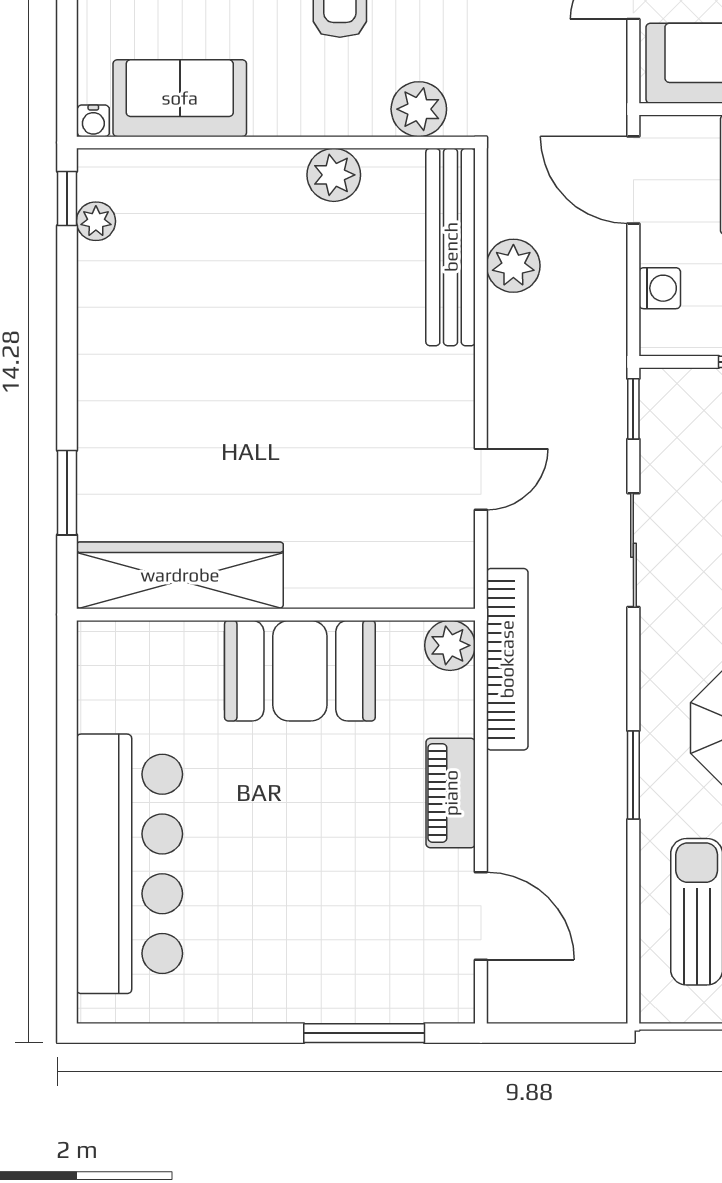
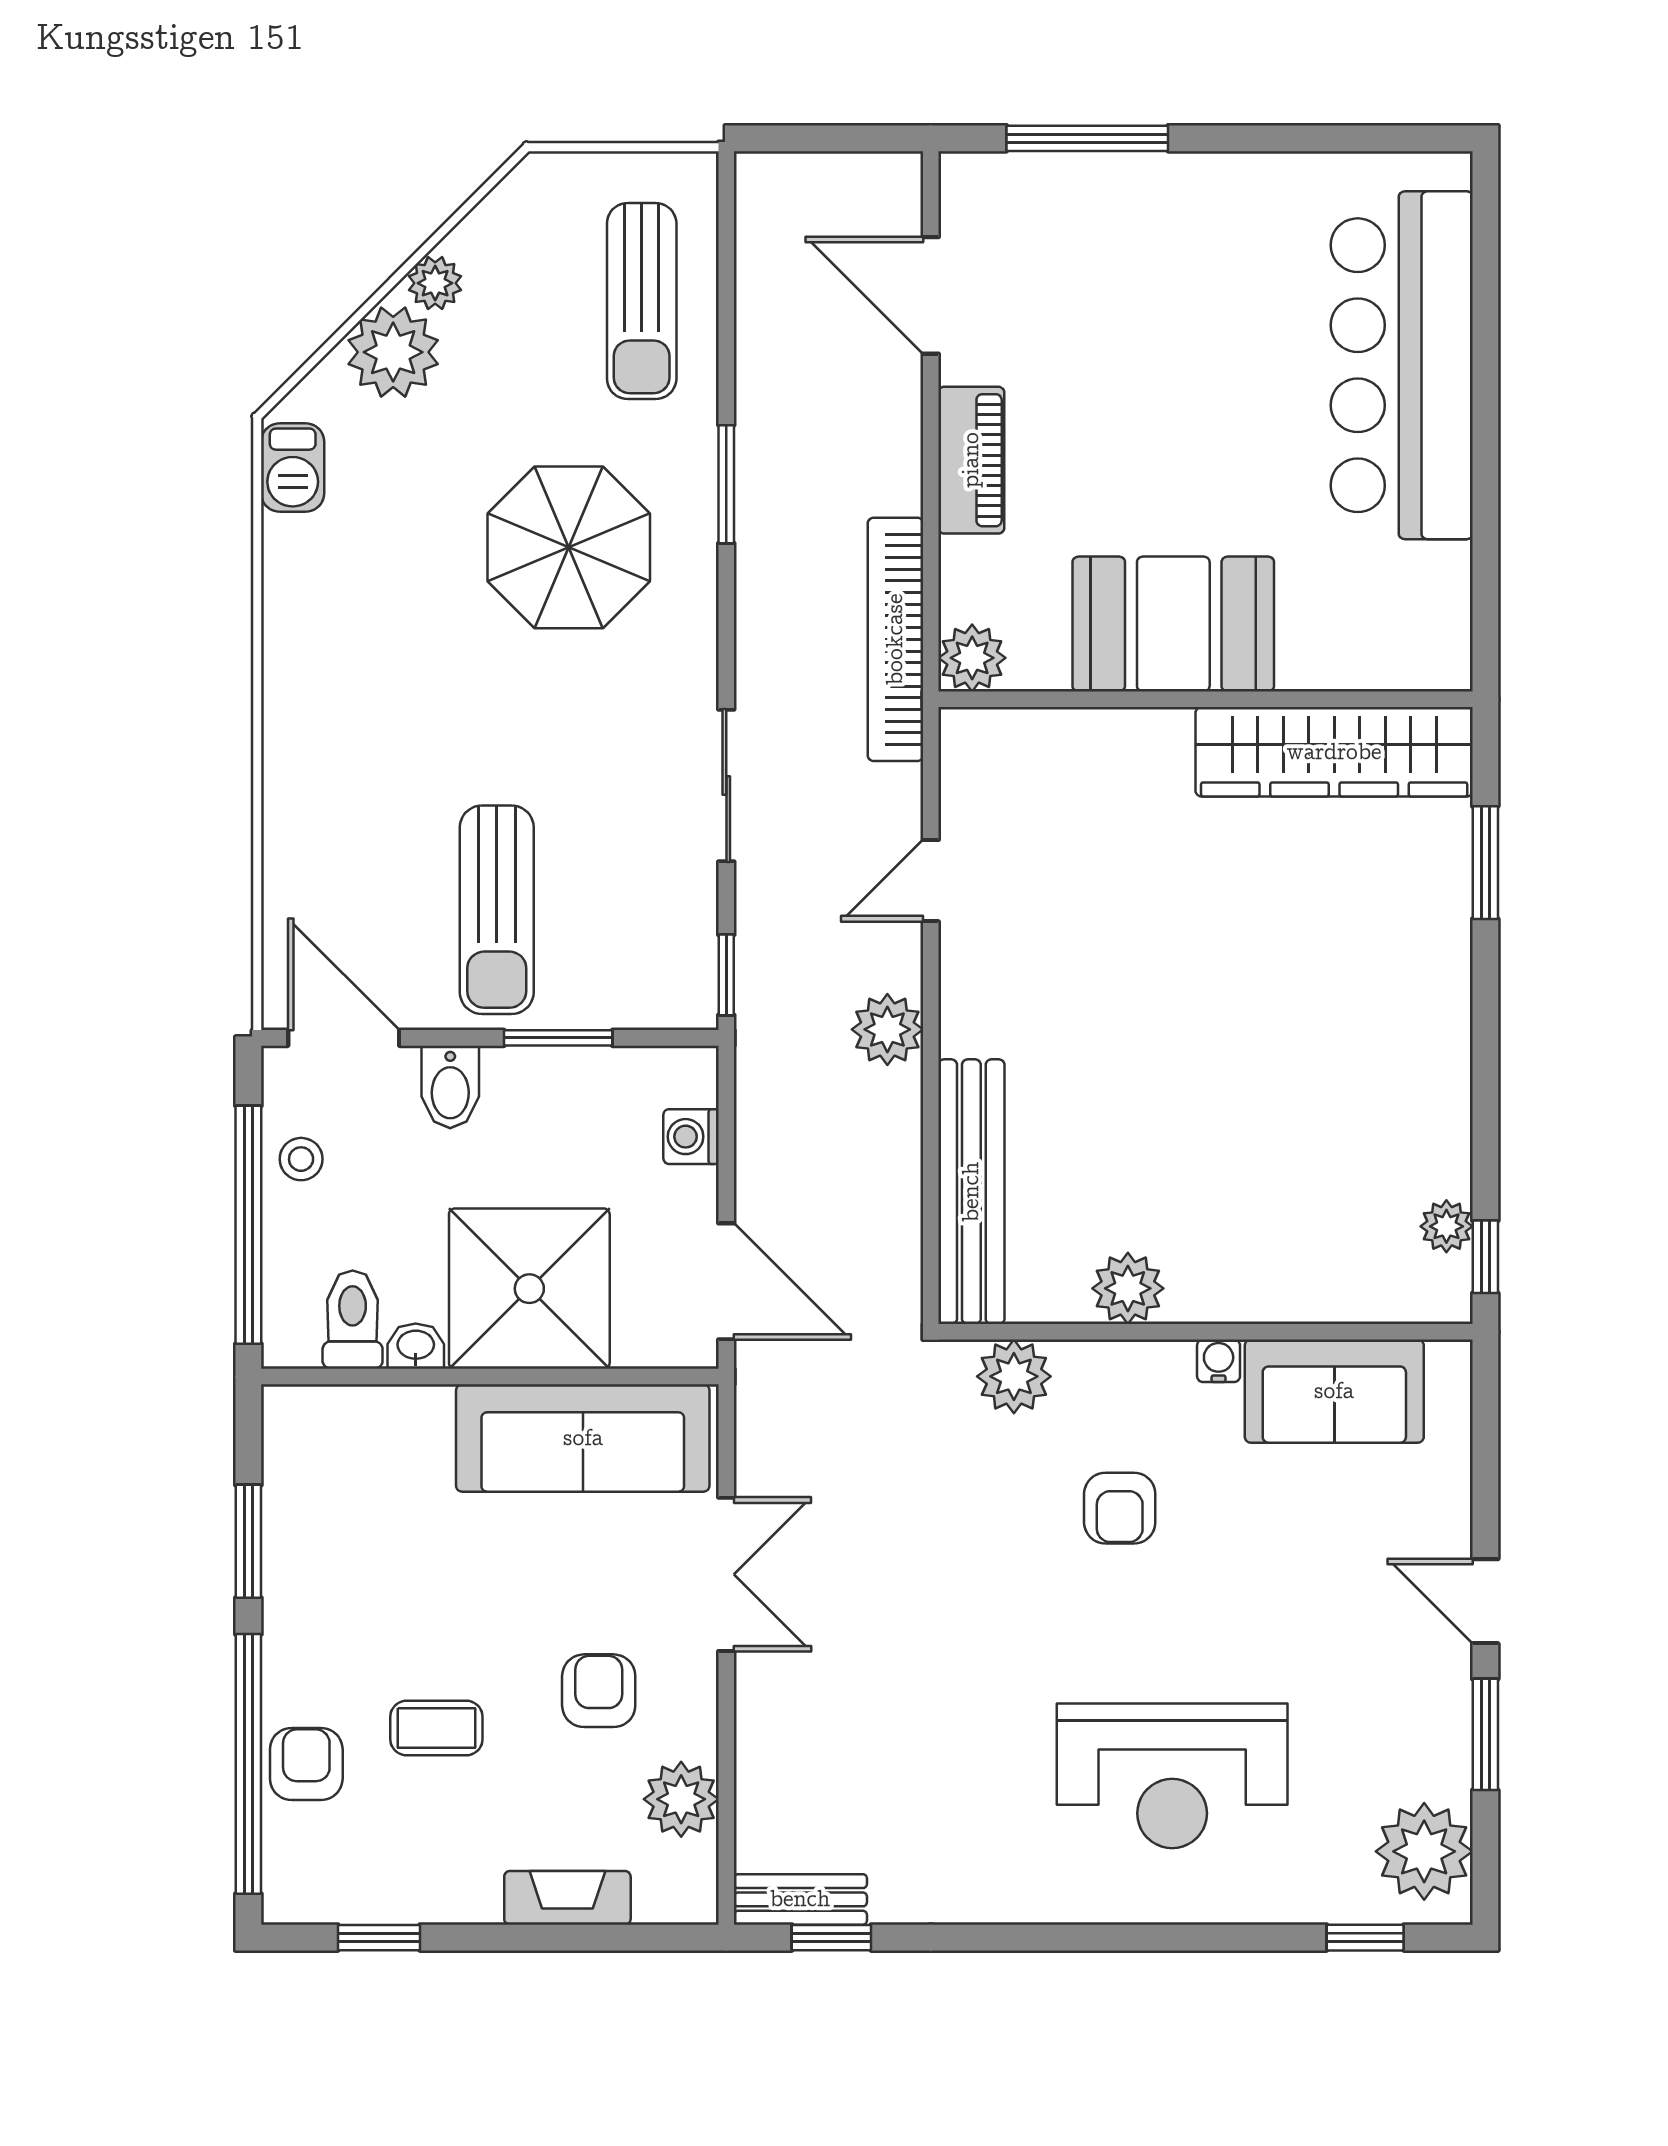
water cooler: (93, 121) -> (1219, 1361), moved
plant: (513, 266) -> (887, 1029), moved

